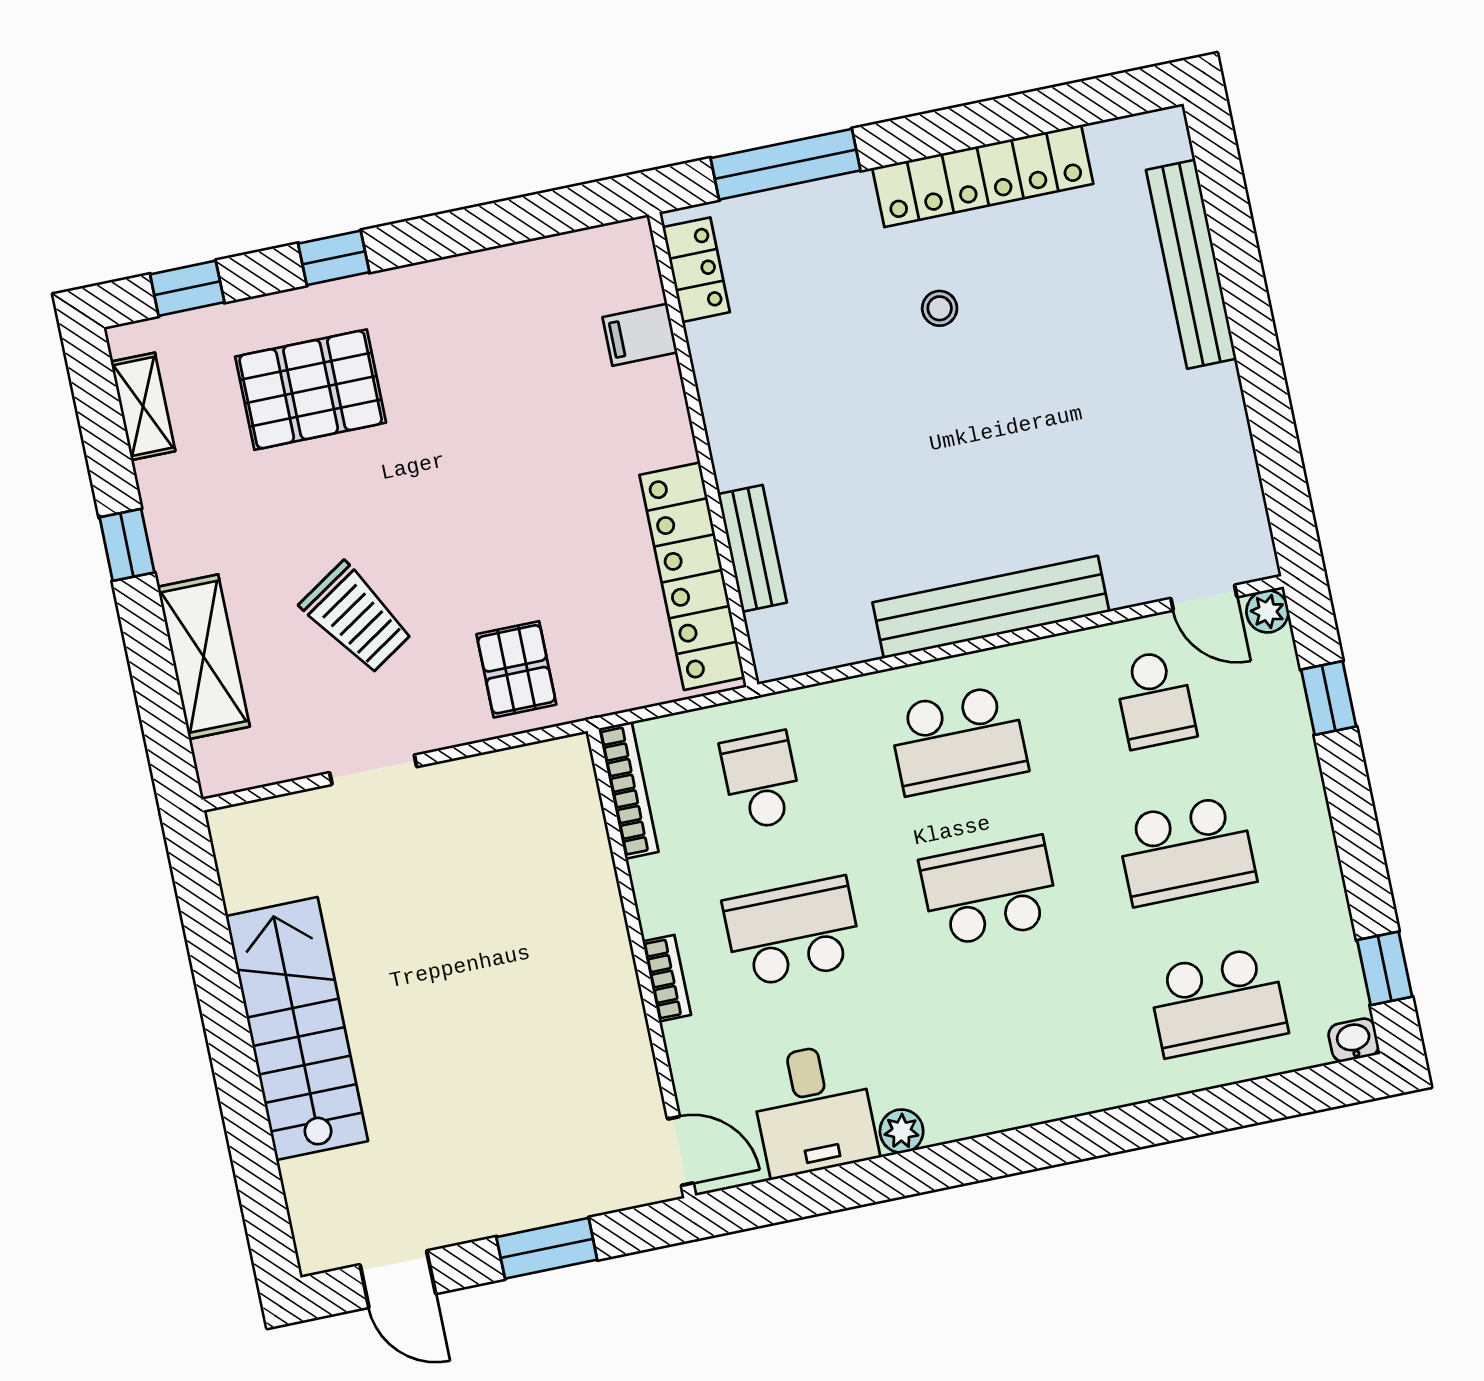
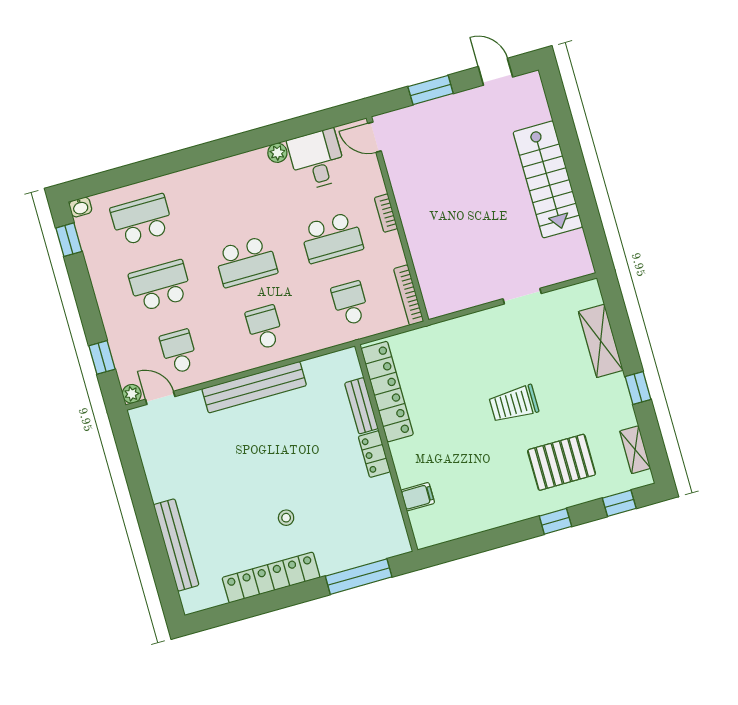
locker: (696, 270) -> (374, 454), moved
trolley: (356, 618) -> (514, 404), moved, turned -57
pallet: (516, 669) -> (462, 345), removed
school desk: (958, 740) -> (265, 327), width x0.54
school desk: (761, 781) -> (350, 303), turned 180

